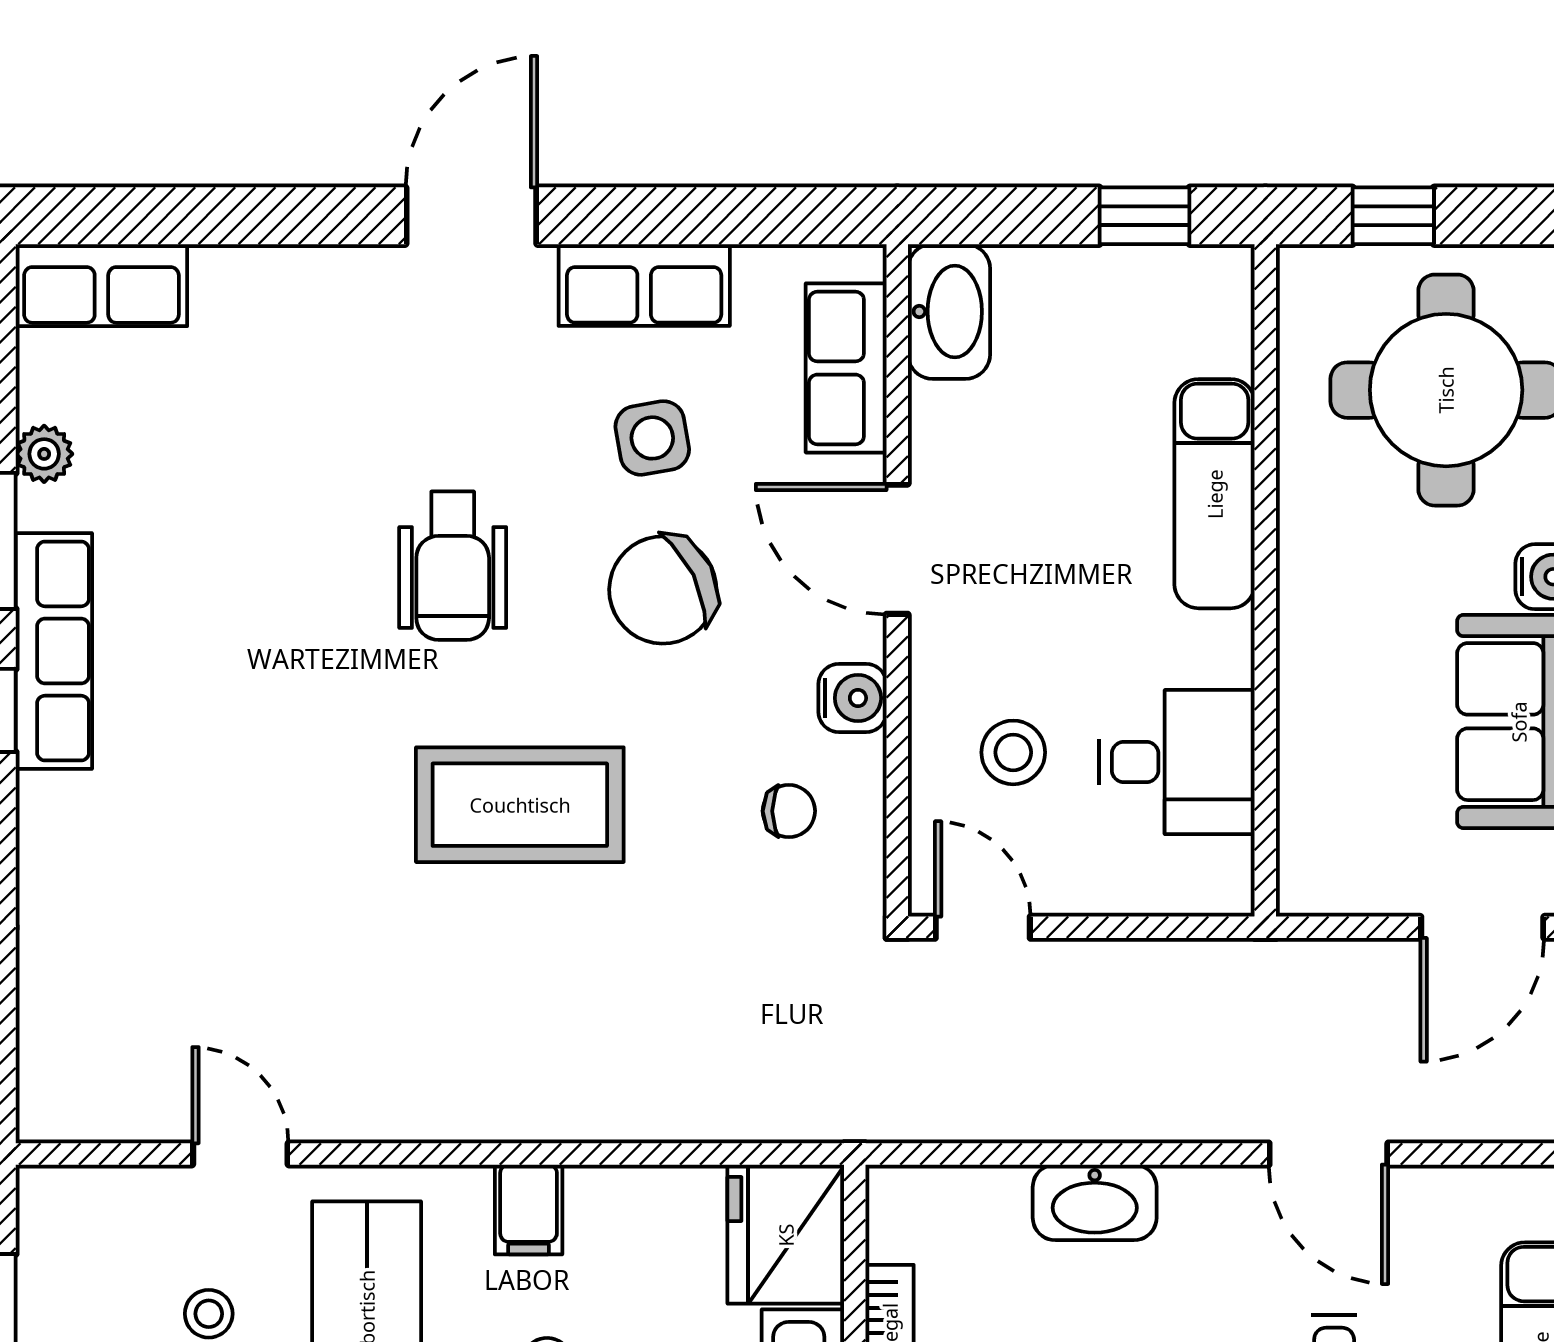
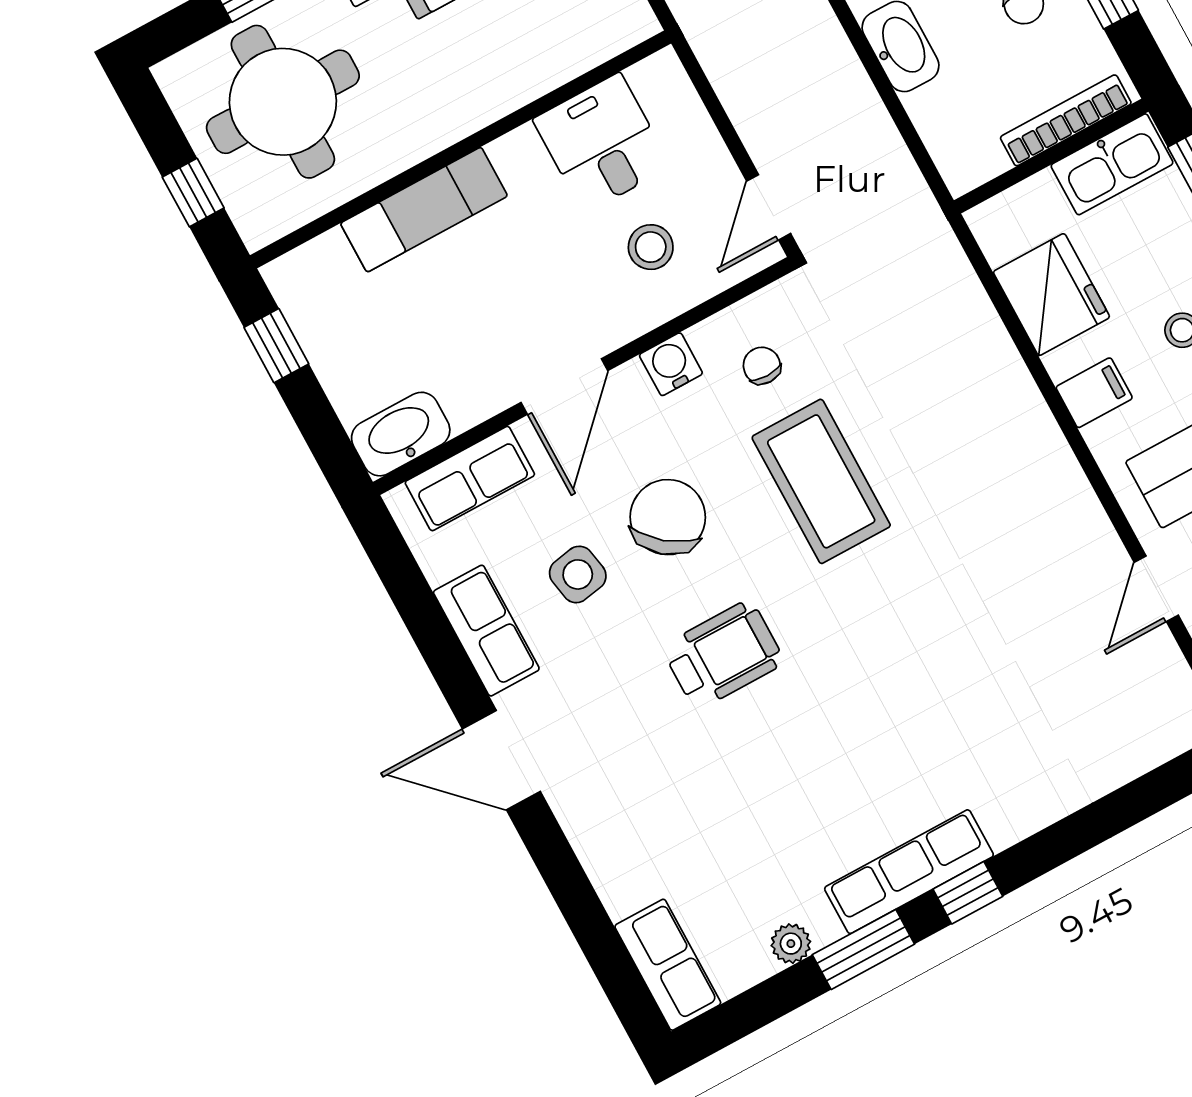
chair: (663, 590) -> (668, 517), turned -116
coffee table: (520, 805) -> (821, 481), moved
fridge: (786, 1235) -> (1051, 294), moved, turned -90

